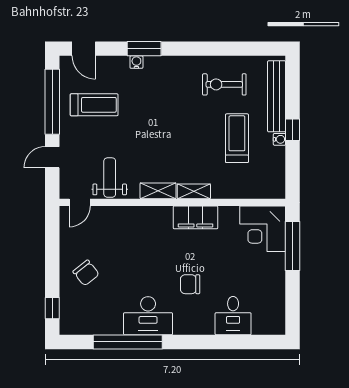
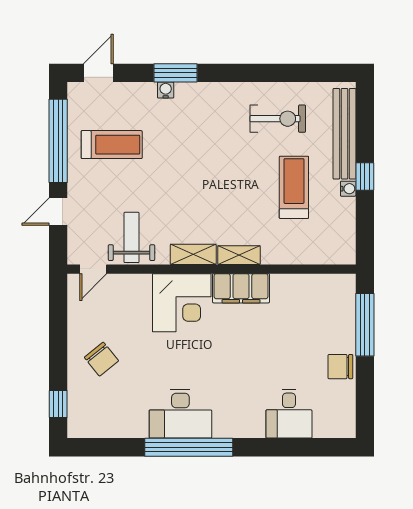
door: (84, 49) -> (98, 73), swing flipped
exercise bike: (224, 84) -> (278, 119), turned 180
corner desk: (263, 229) -> (182, 303), moved, turned -90
chair: (190, 284) -> (340, 367), moved
window: (128, 342) -> (189, 447), moved

